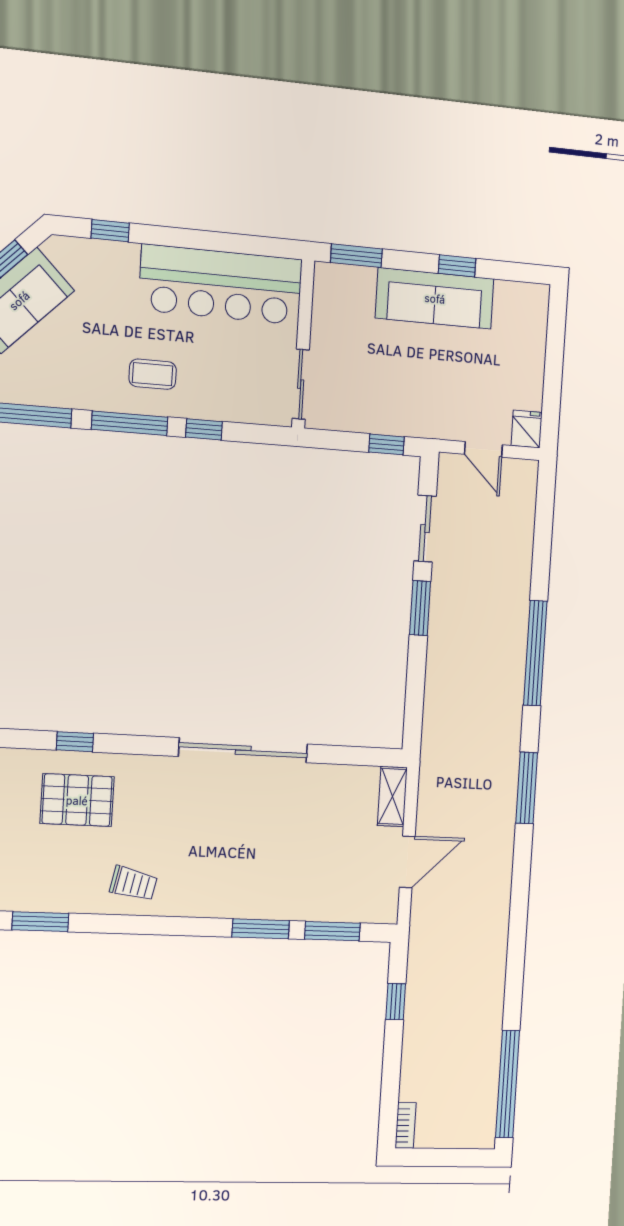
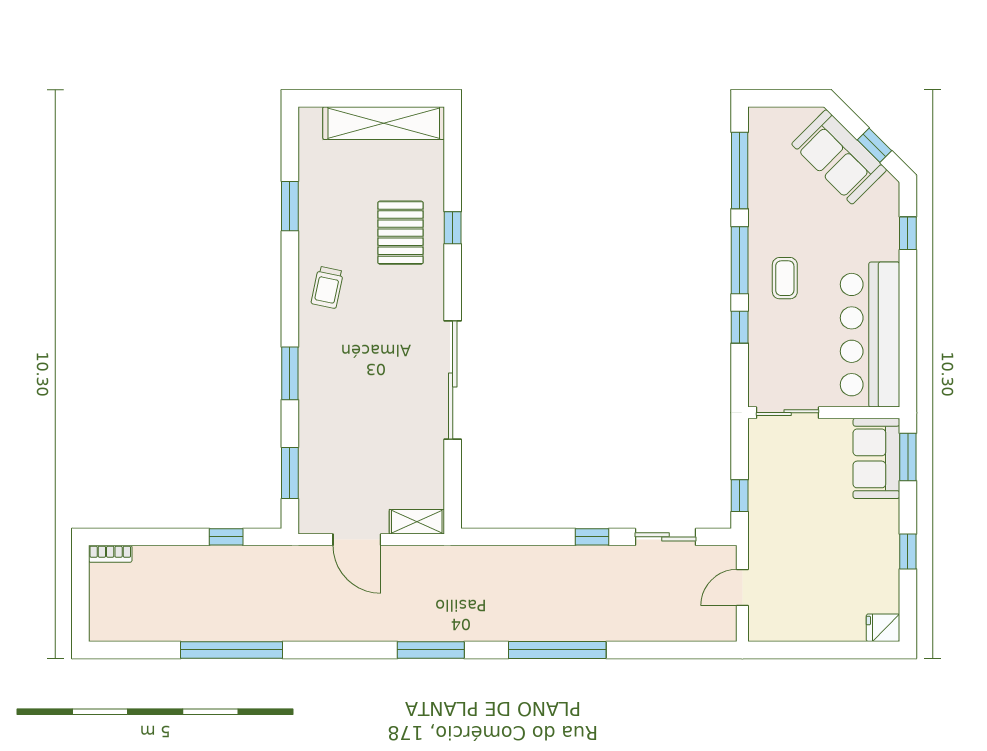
sofa: (435, 298) -> (876, 458), moved, width x0.73
fridge: (527, 429) -> (883, 628), moved, turned 180
window: (420, 608) -> (592, 537), width x0.67
window: (261, 929) -> (290, 373), moved
window: (508, 1084) -> (232, 650), moved

